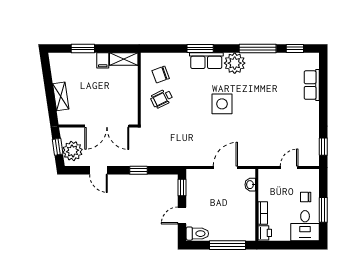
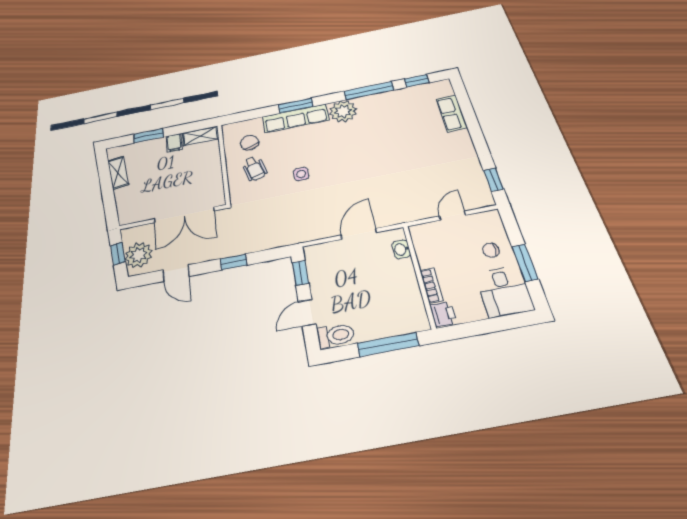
row of seats: (206, 61) -> (296, 118), width x1.48
chair: (161, 75) -> (249, 143), turned 92
shelving: (61, 96) -> (118, 173), moved
wheelchair: (162, 99) -> (254, 168), turned -79
side table: (222, 104) -> (301, 174), moved, width x0.54, depth x0.54

